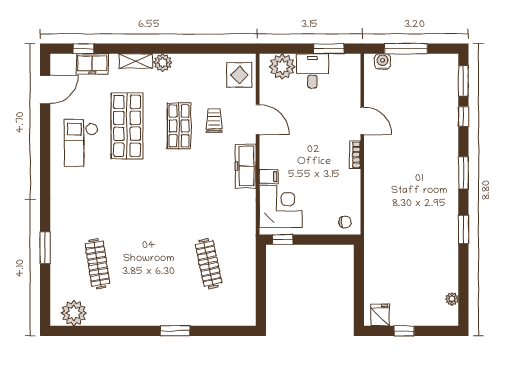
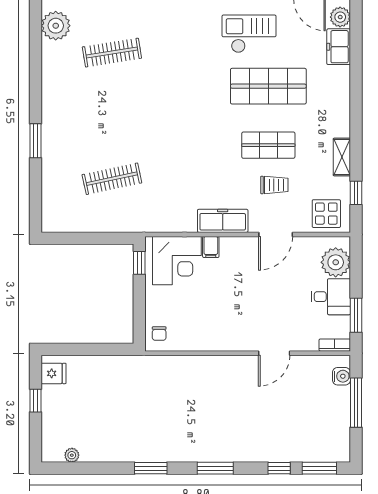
window: (84, 49) -> (356, 193), moved
shelving: (136, 61) -> (342, 157), moved
plant: (163, 63) -> (340, 17), moved
bookcase: (355, 155) -> (335, 345), moved

